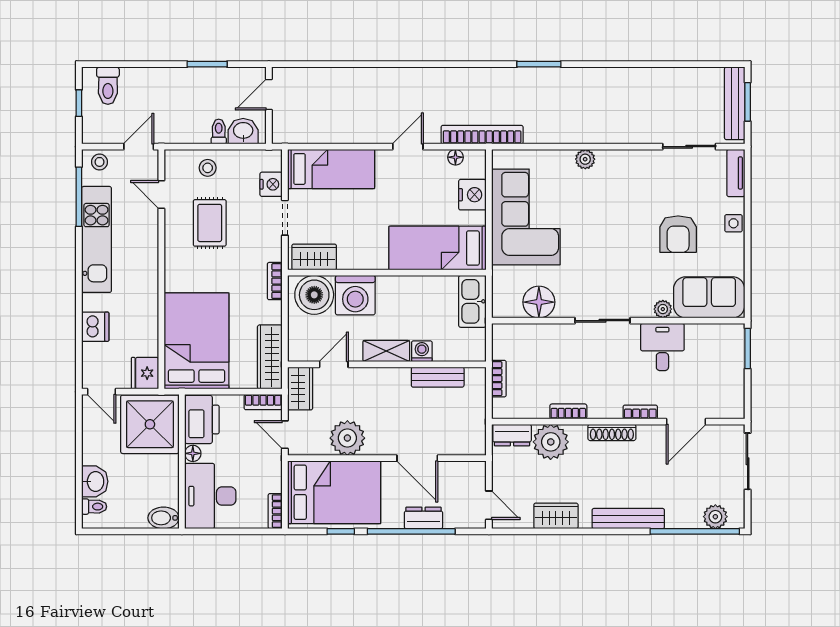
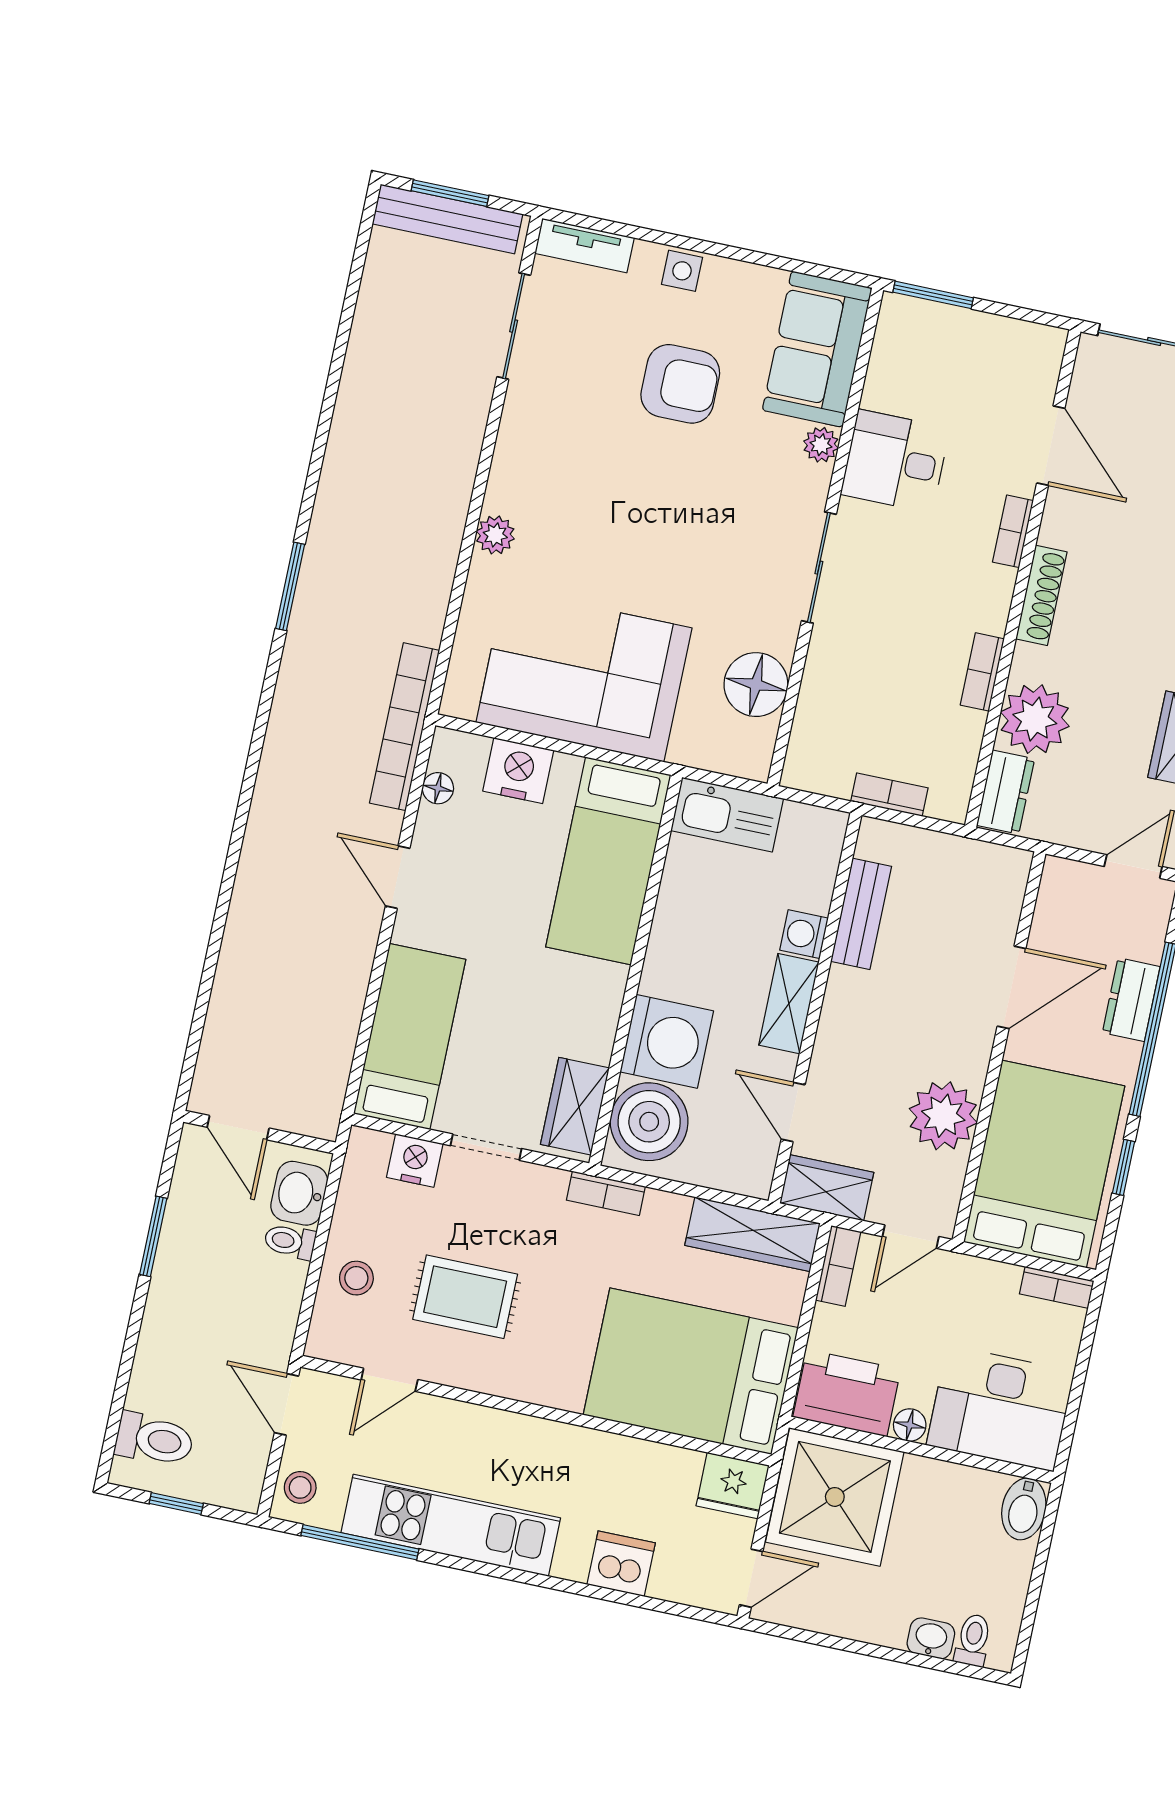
washbasin: (95, 481) -> (931, 1638), width x0.72, depth x0.69

